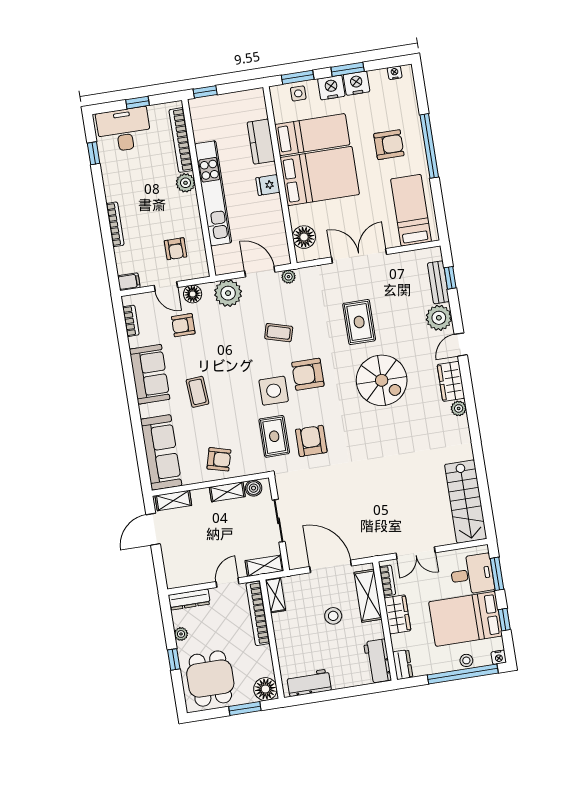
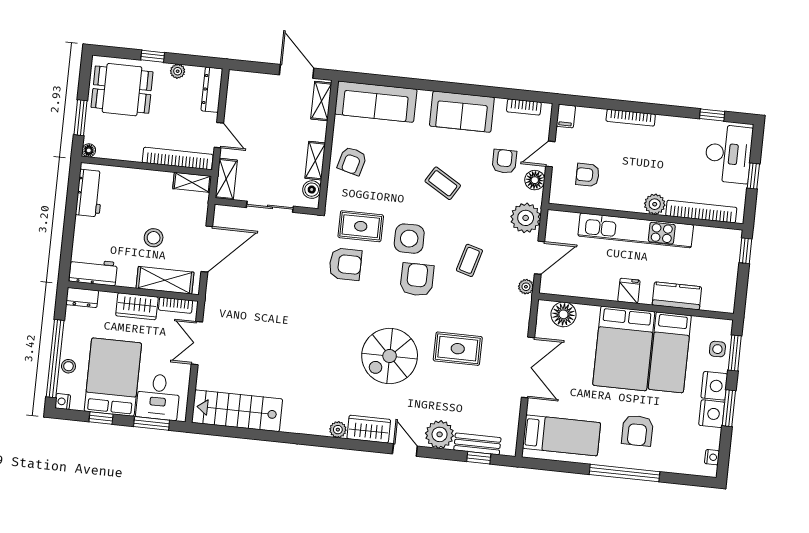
coffee table: (197, 392) -> (443, 183), moved, turned 35
floor lamp: (265, 689) -> (89, 150), width x0.53, depth x0.53

